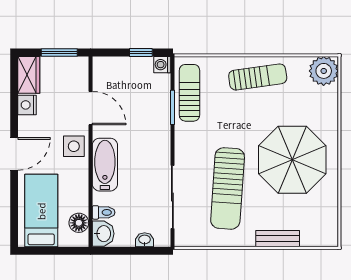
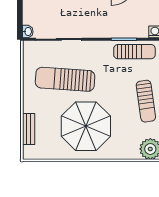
bench: (278, 239) -> (29, 129), moved
washbasin: (145, 240) -> (28, 32), moved

